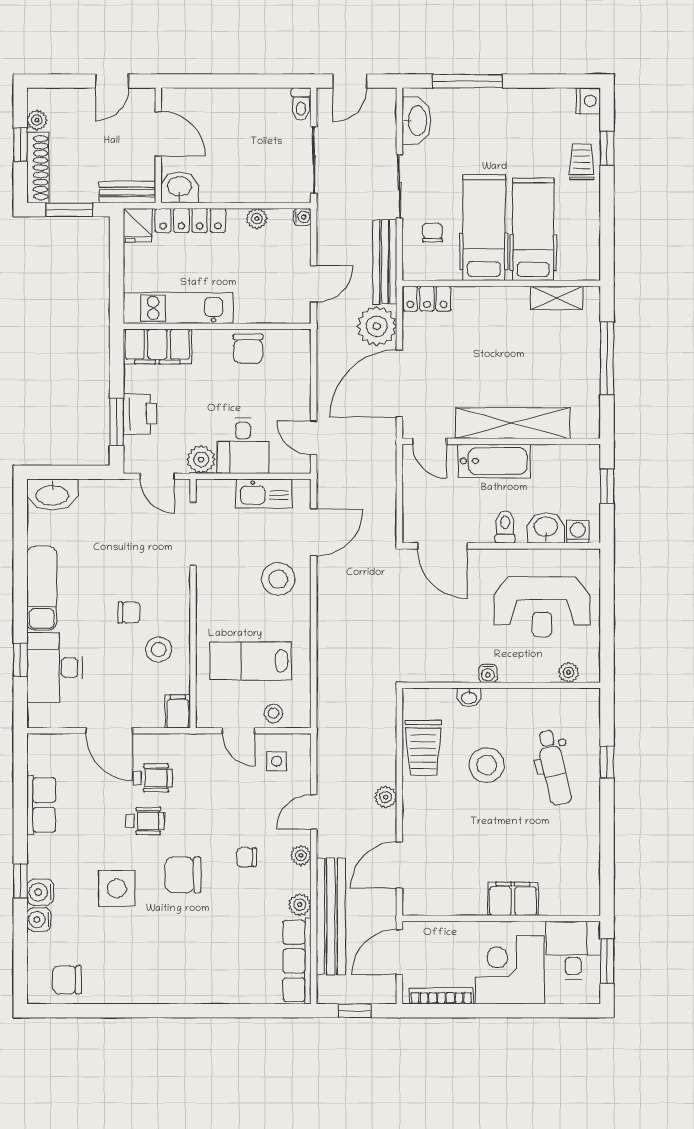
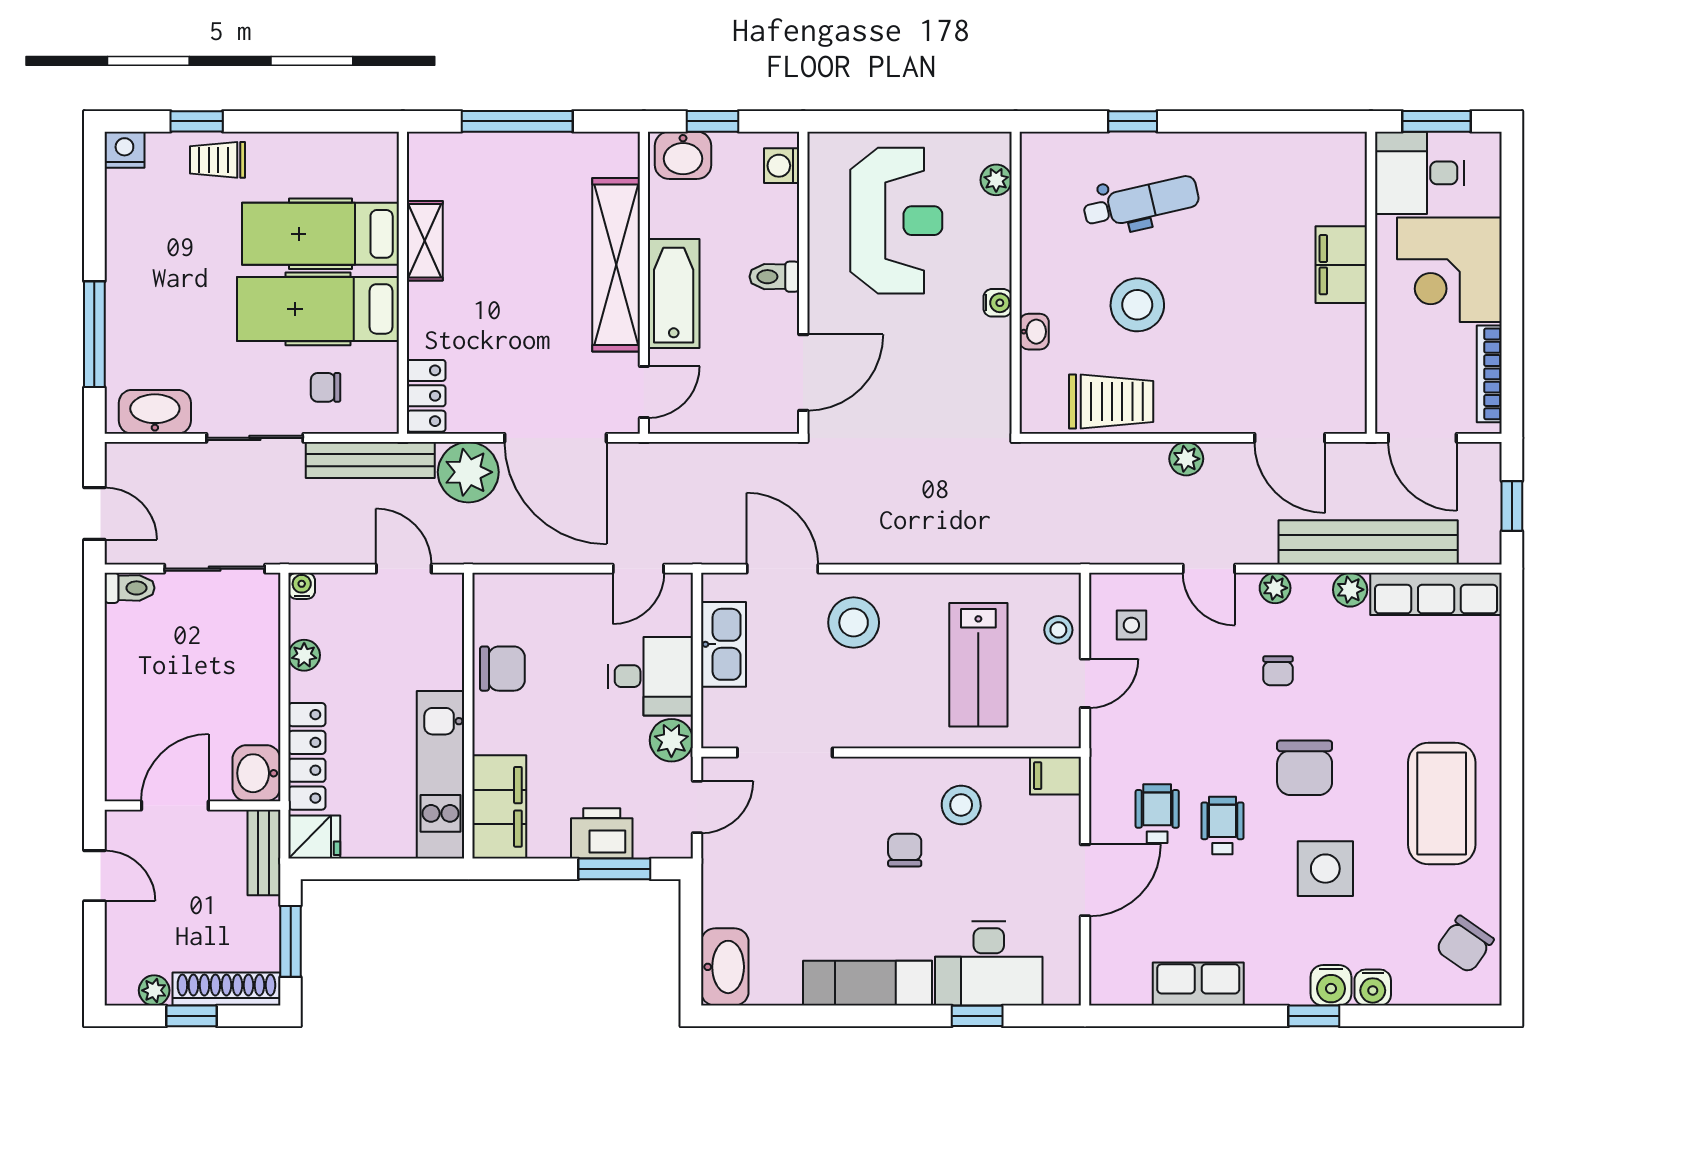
shelving: (557, 298) -> (425, 241), moved
washbasin: (546, 528) -> (683, 155), moved, turned -90
coffee table: (159, 965) -> (1442, 804), added
chair: (67, 980) -> (1465, 944), turned 35

